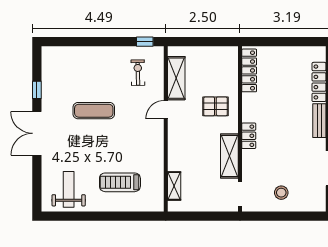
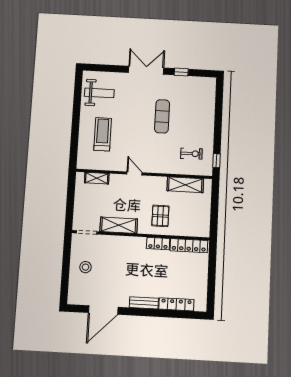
door: (166, 110) -> (134, 173), moved
locker: (249, 136) -> (158, 244), moved

